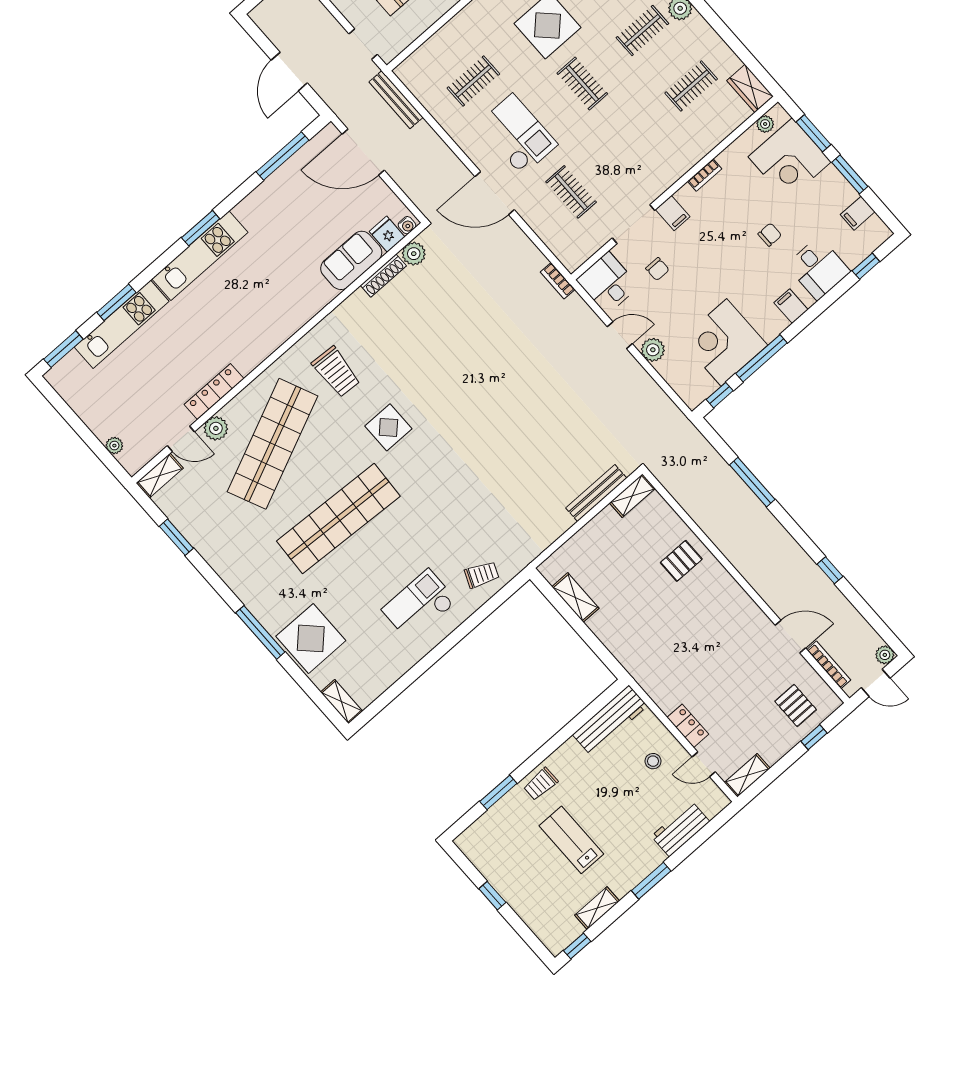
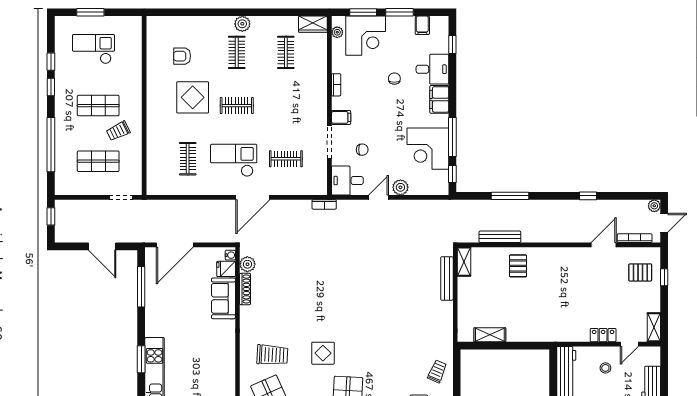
bench: (396, 100) -> (500, 237), moved
filing cabinet: (791, 306) -> (439, 99), width x2.00

